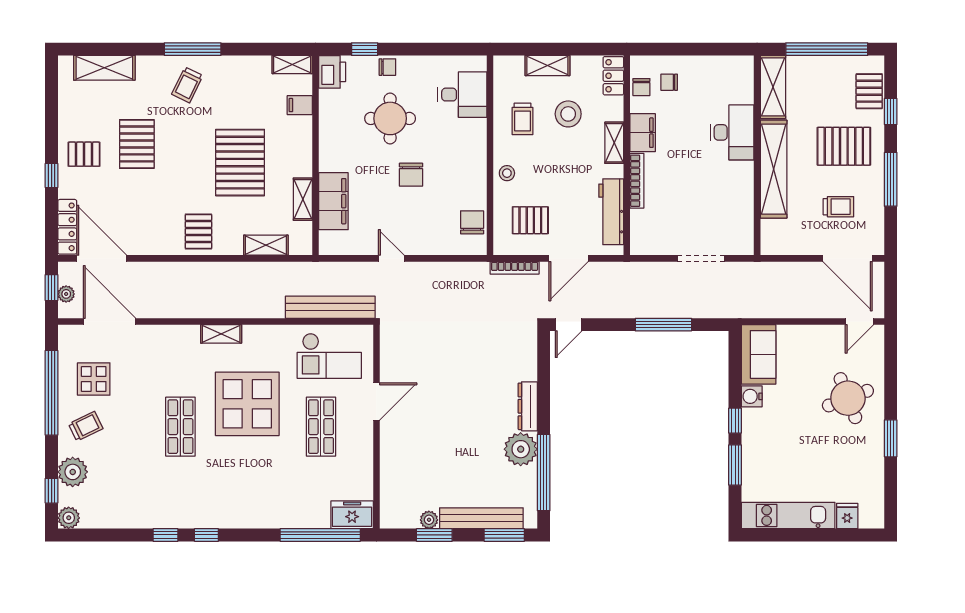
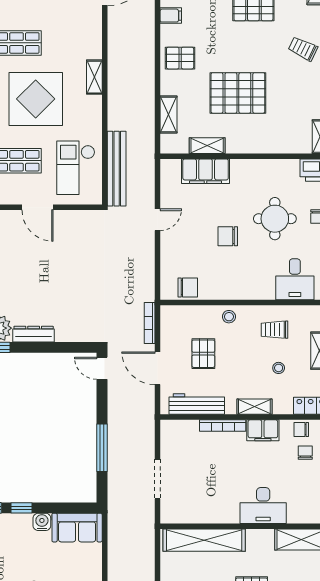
filing cabinet: (300, 105) -> (171, 16), moved, turned 90
stool: (568, 114) -> (279, 368), width x0.53, depth x0.53
shelving: (774, 169) -> (204, 540), moved
pallet: (530, 220) -> (203, 354), moved

